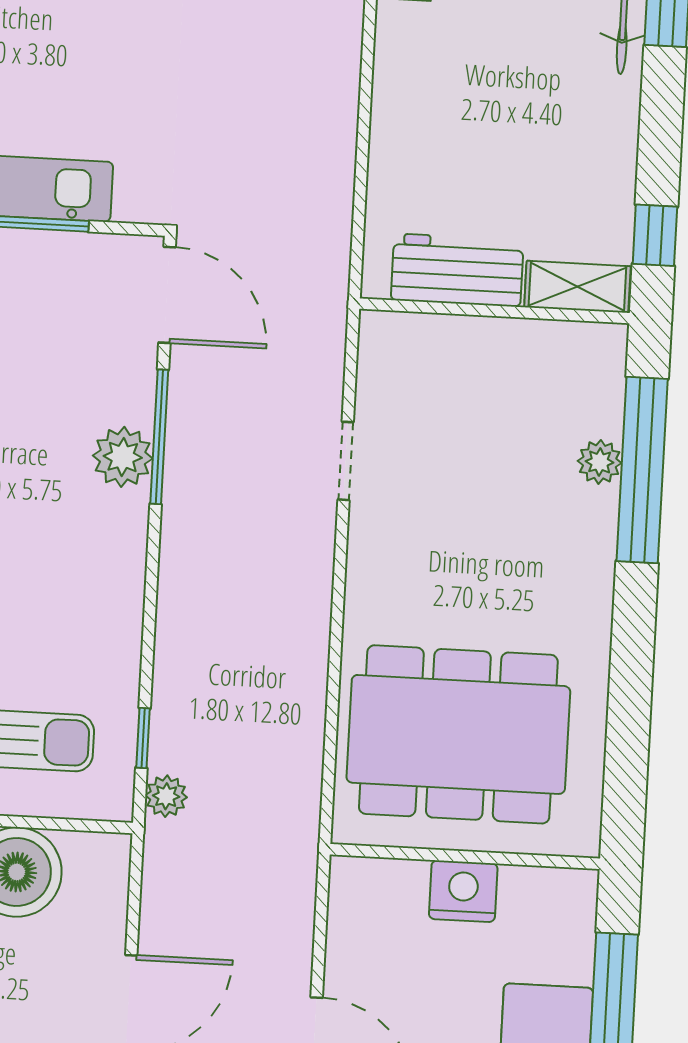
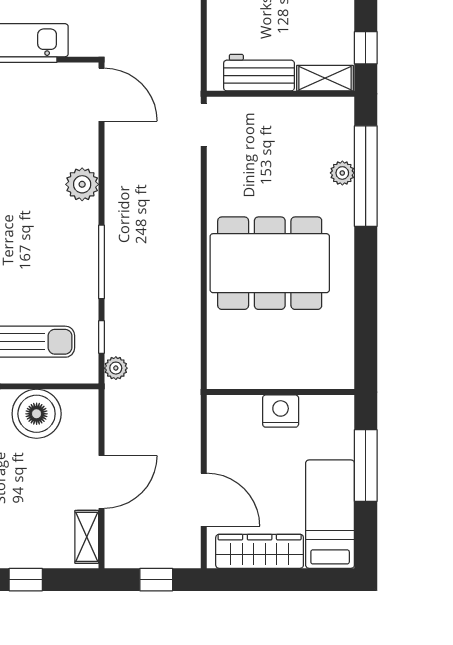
window: (159, 437) -> (101, 262), moved
doorway: (346, 461) -> (204, 125), moved
dining table: (458, 734) -> (270, 263), moved

